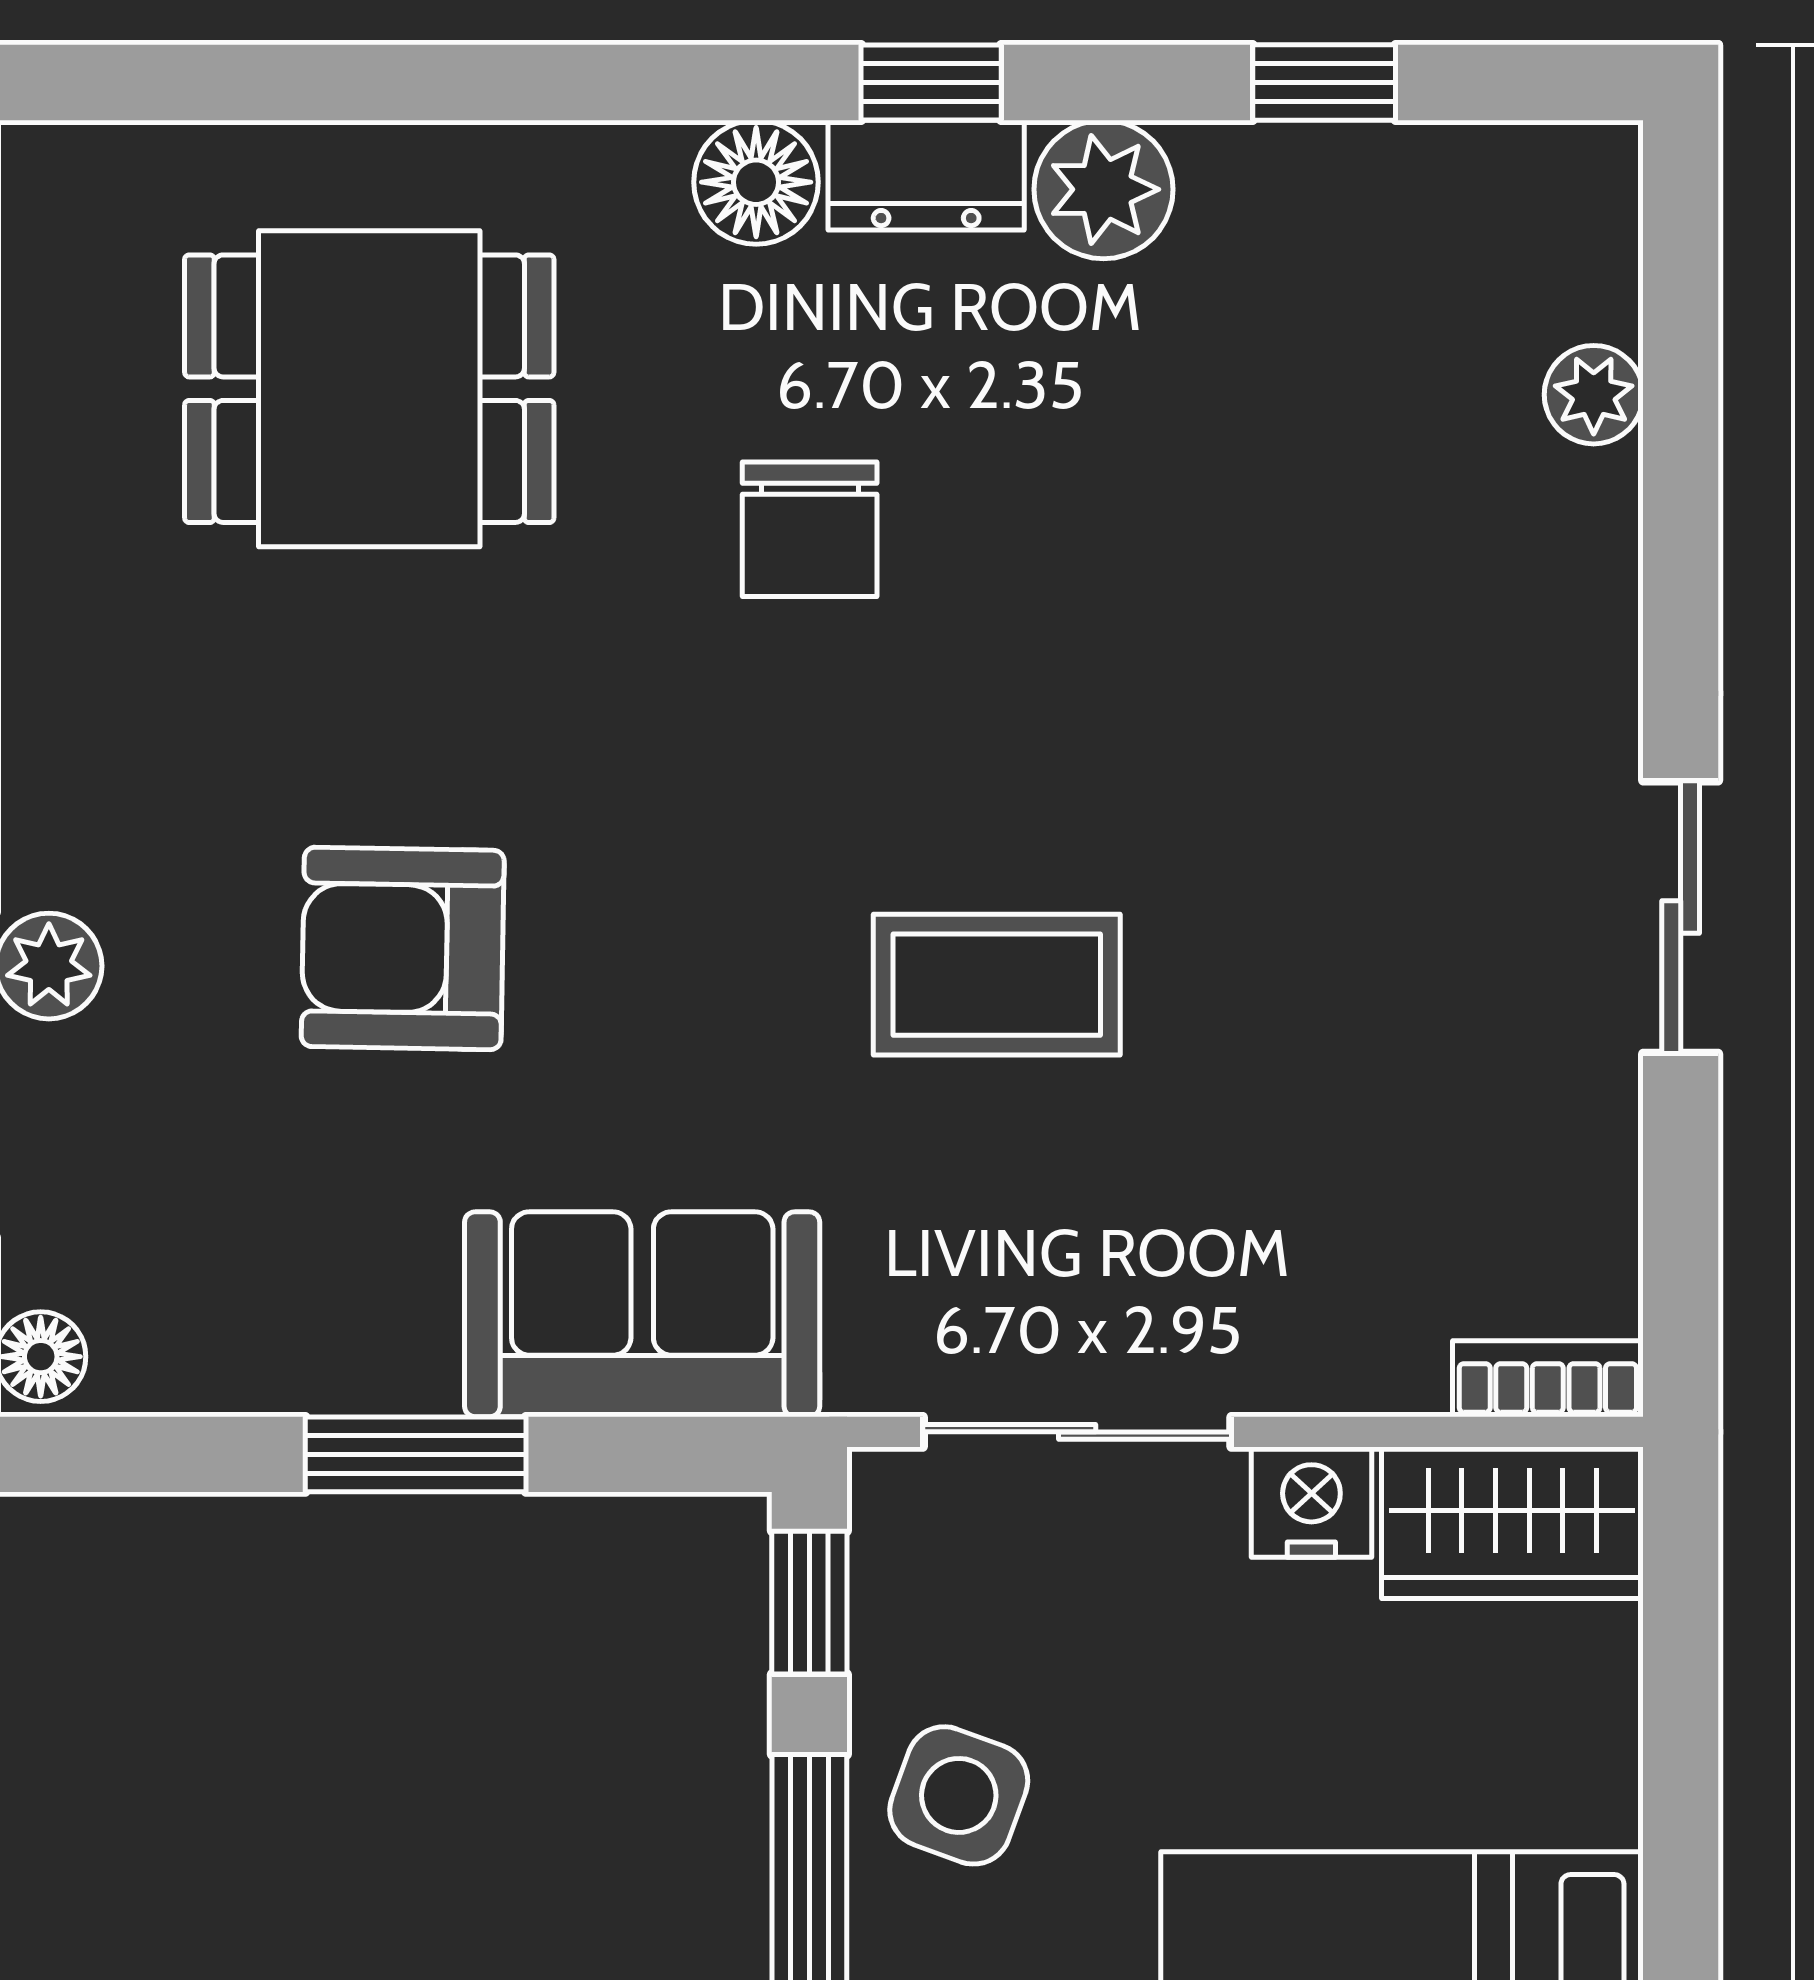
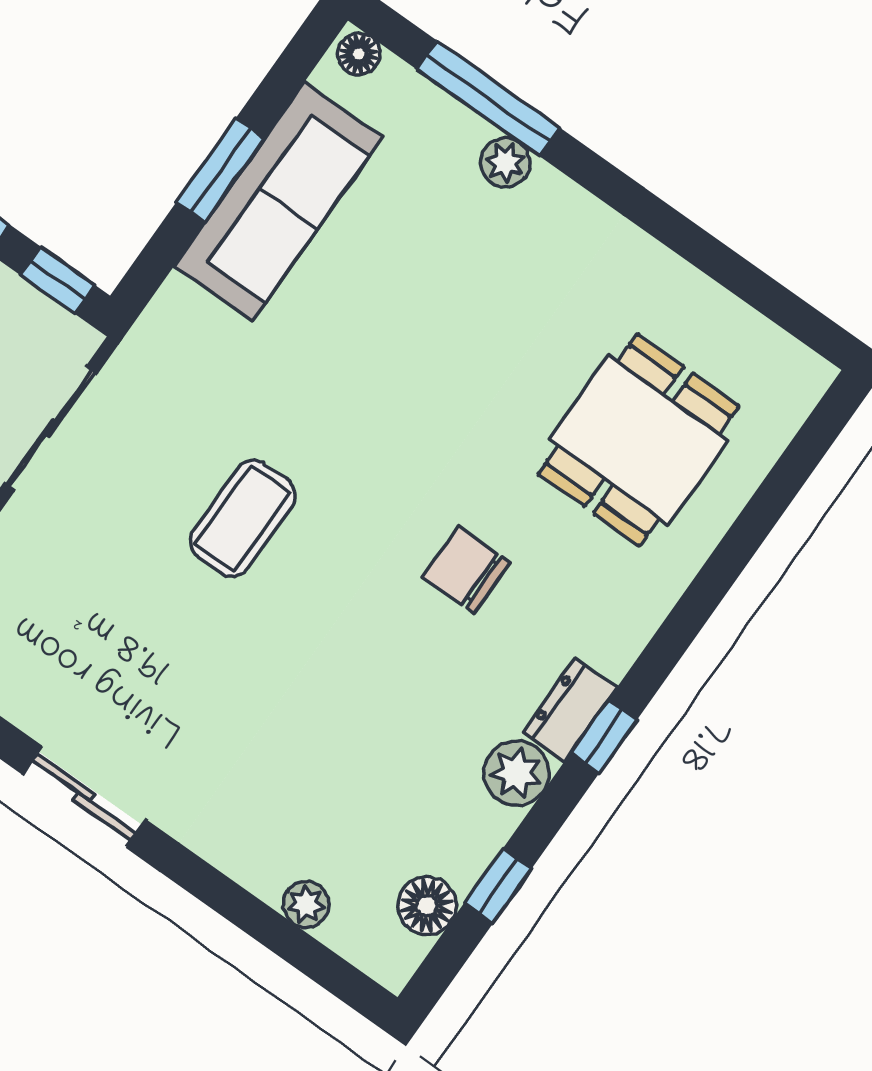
floor lamp: (756, 182) -> (427, 906), moved
armchair: (403, 948) -> (416, 302), removed
sofa: (642, 1314) -> (278, 201), moved, width x1.36

